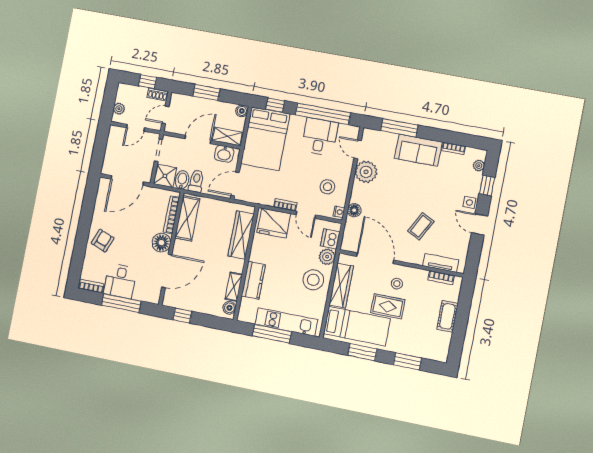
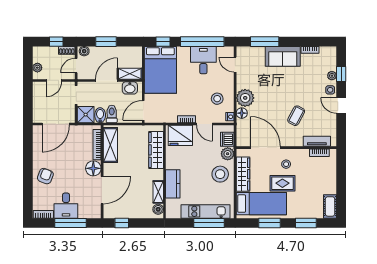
boiler: (242, 111) -> (84, 51), moved
plant: (479, 166) -> (332, 76), moved
plant: (366, 172) -> (245, 98), moved
cot: (447, 316) -> (330, 206), moved
window: (272, 334) -> (209, 223), moved

